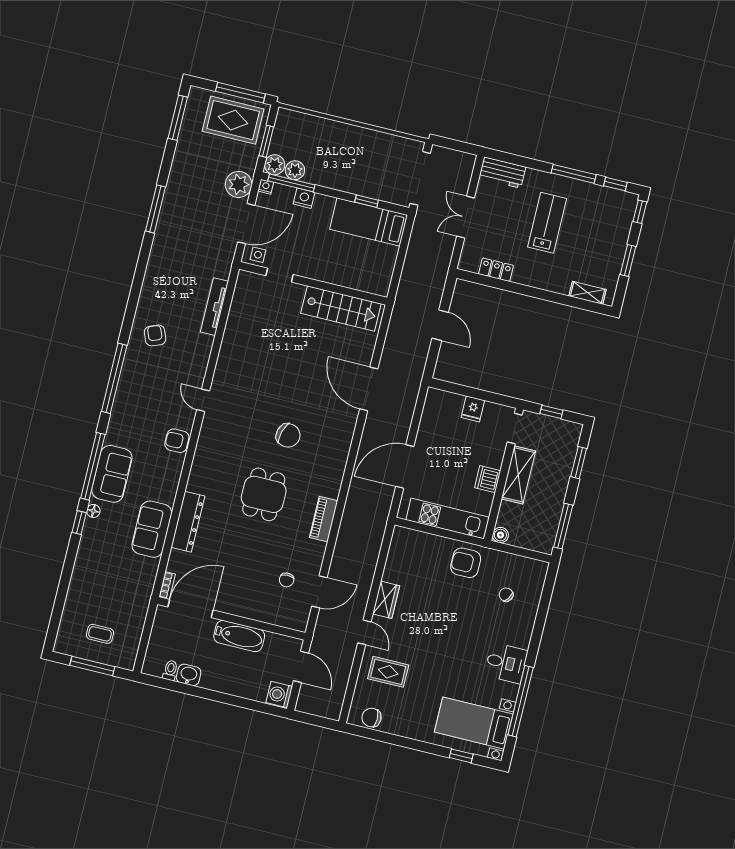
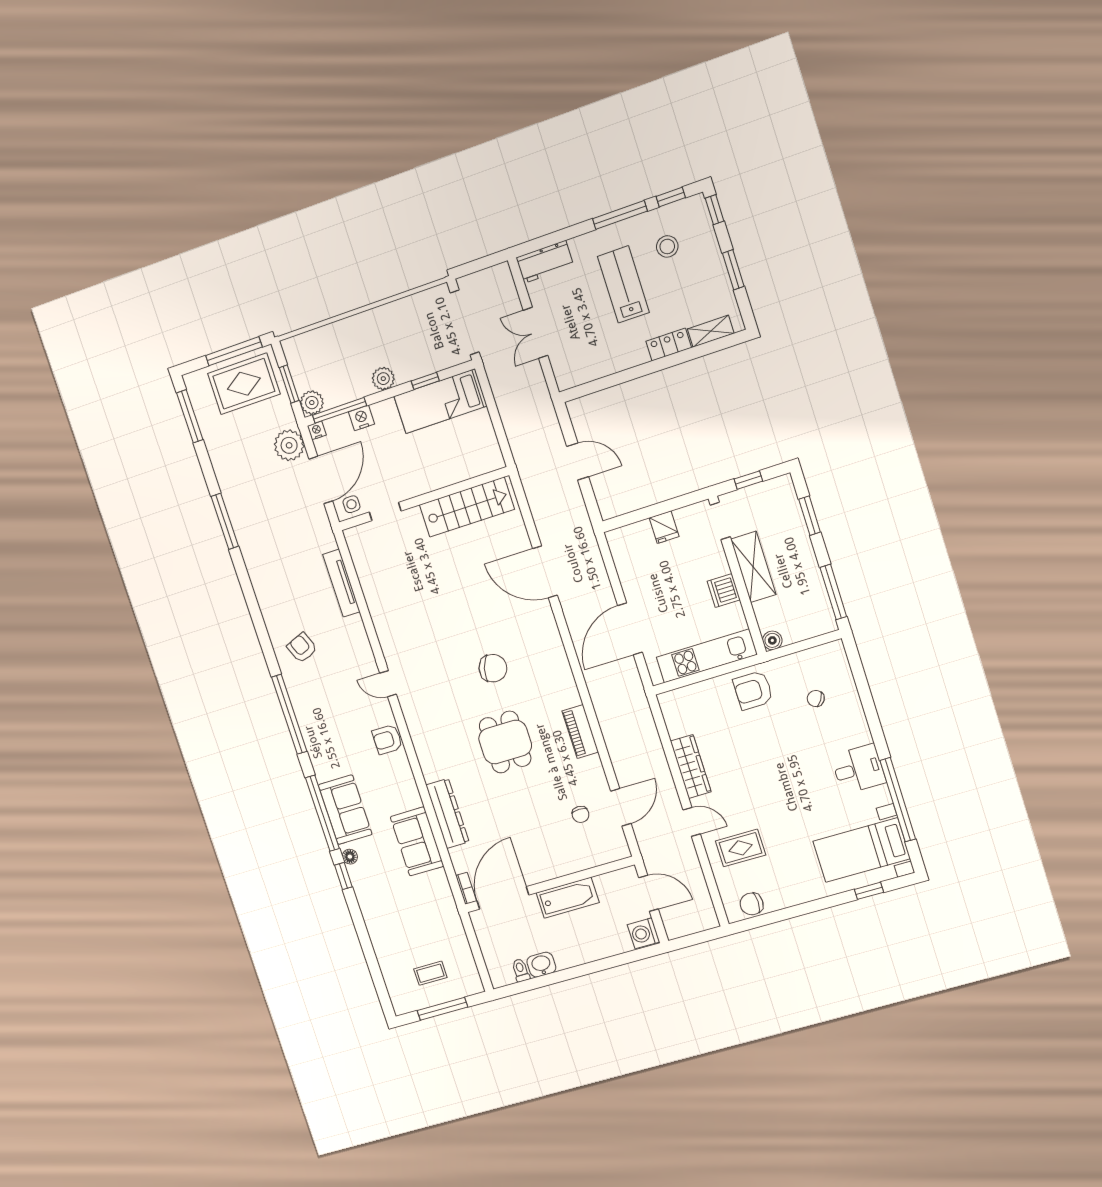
plant: (295, 170) -> (383, 379), moved
stool: (593, 216) -> (667, 246), added
locker: (496, 270) -> (669, 344), moved
wardrobe: (386, 600) -> (691, 766), width x1.50

